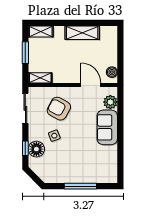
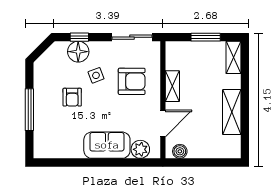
shelving: (40, 78) -> (172, 86), moved
armchair: (59, 109) -> (132, 81), turned 62
armchair: (71, 154) -> (72, 97), added

